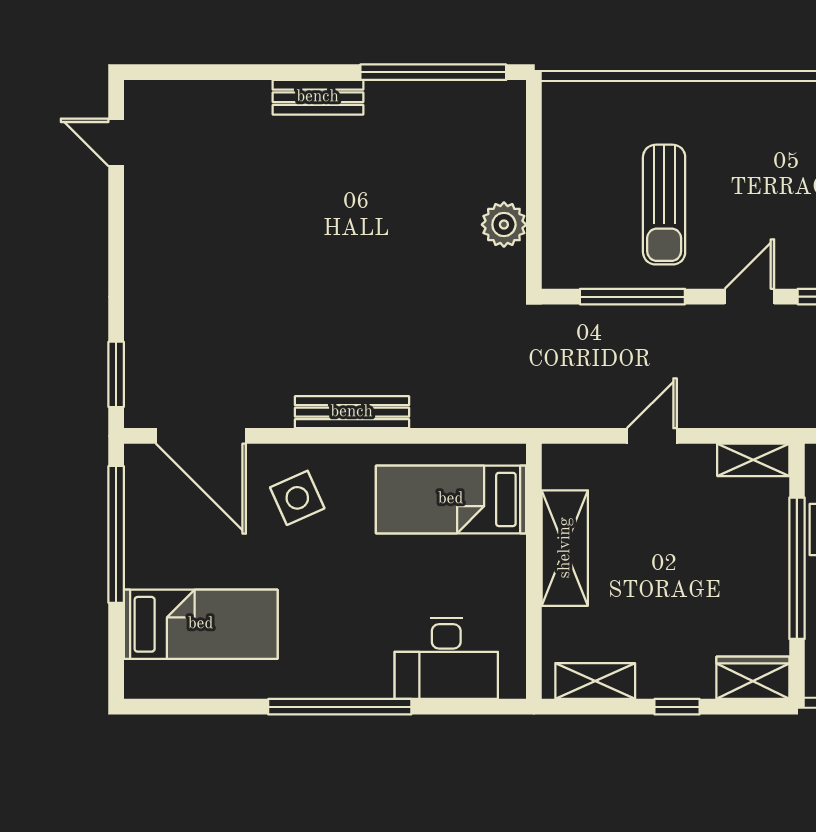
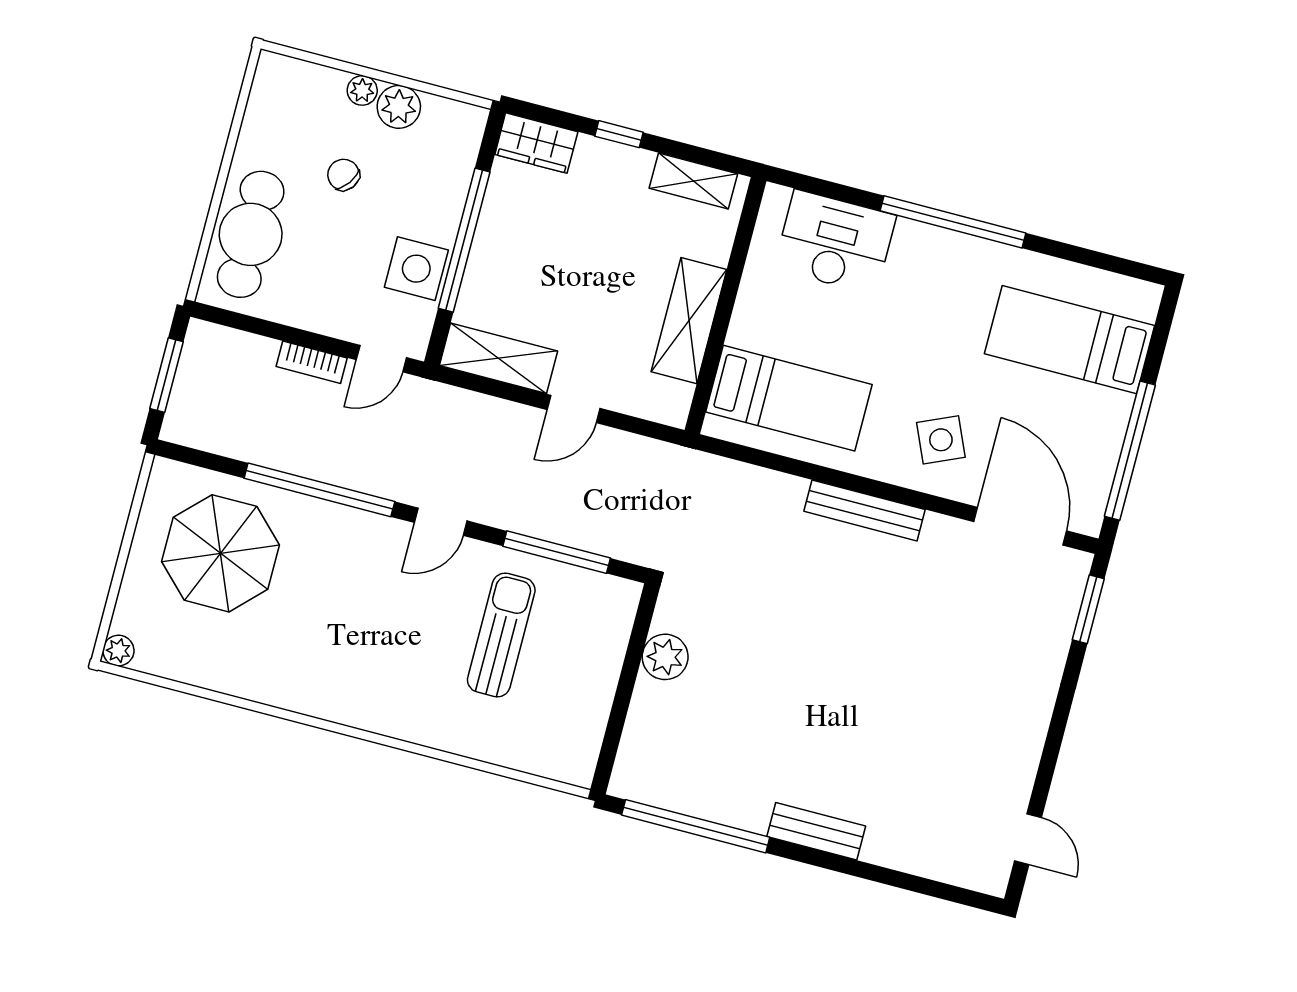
shelving: (753, 460) -> (499, 358), width x1.50, depth x1.33

